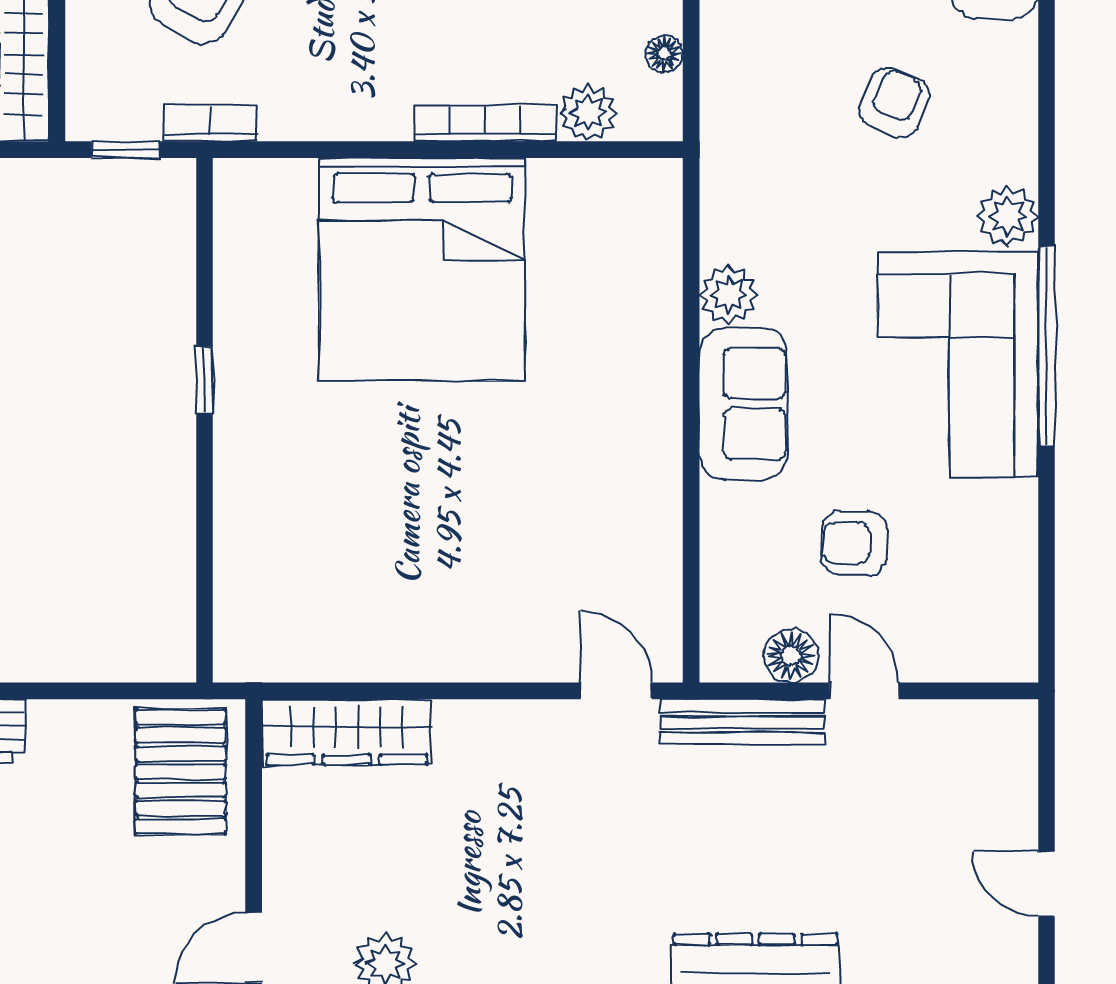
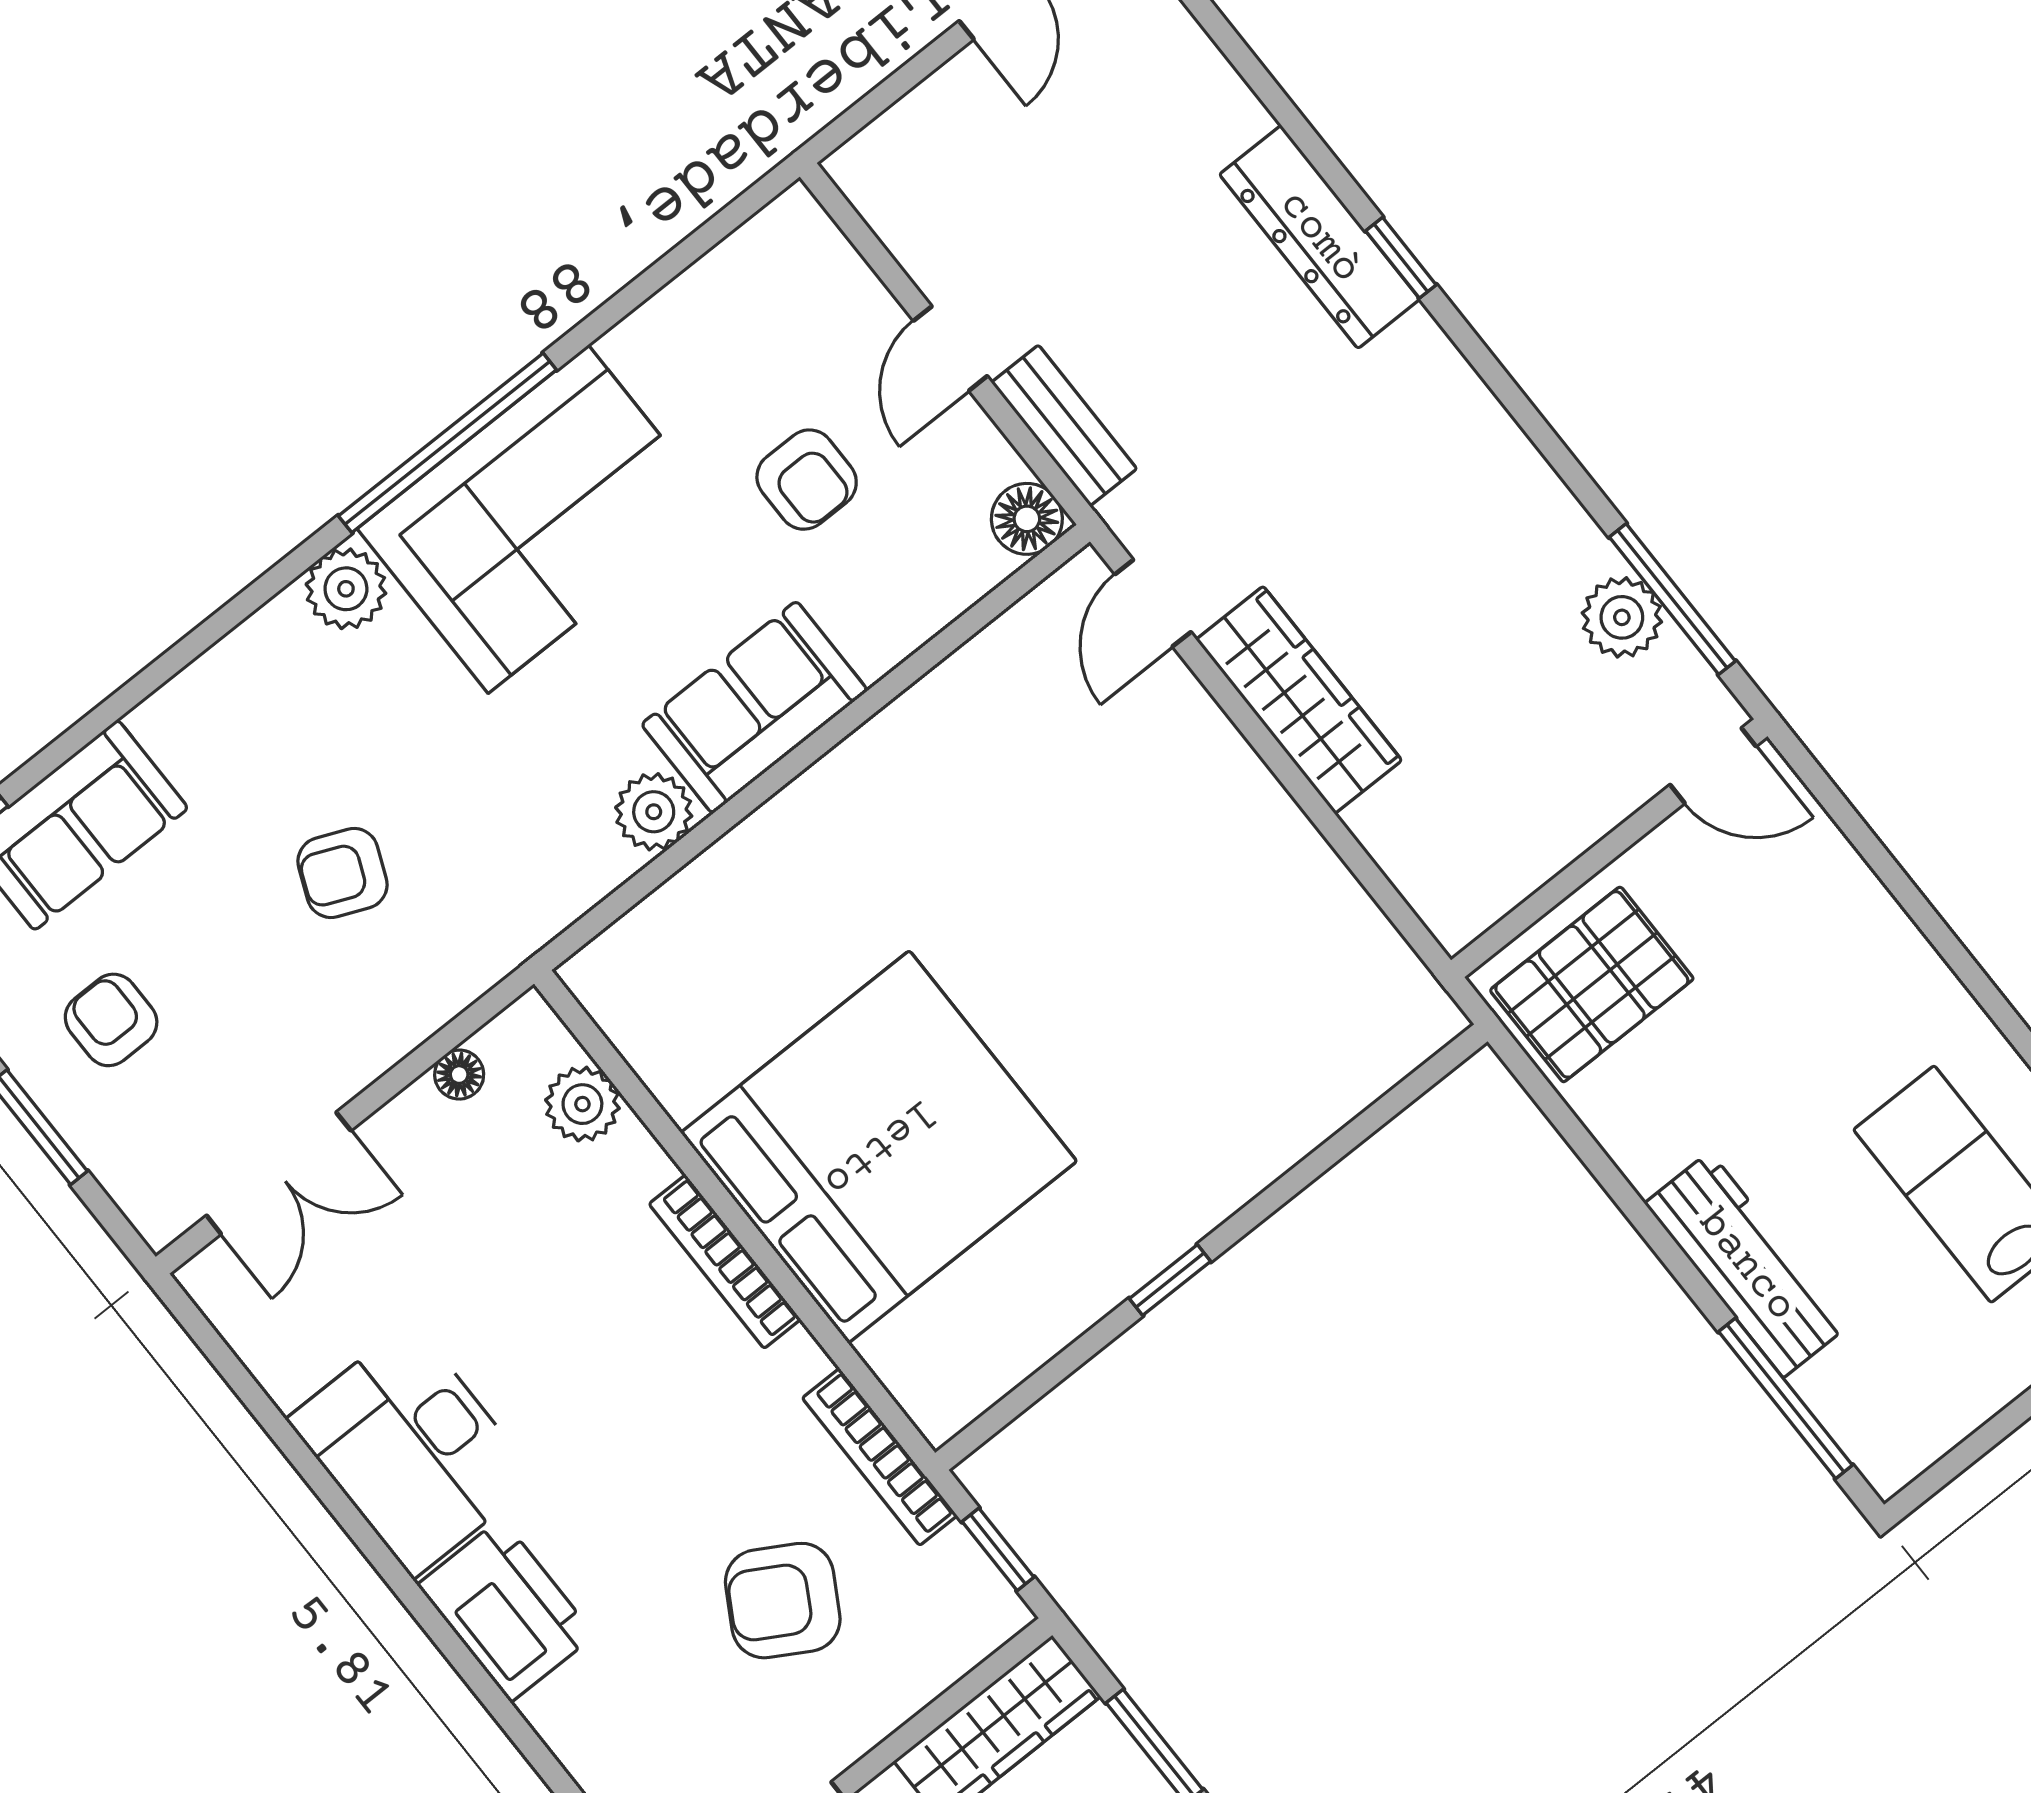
armchair: (894, 102) -> (343, 873), moved
bookcase: (211, 123) -> (880, 1457), width x1.56
bookcase: (485, 123) -> (725, 1262), moved
floor lamp: (791, 656) -> (1027, 519), moved
bench: (742, 722) -> (1064, 426), width x0.73
wardrobe: (347, 732) -> (1299, 700), moved

